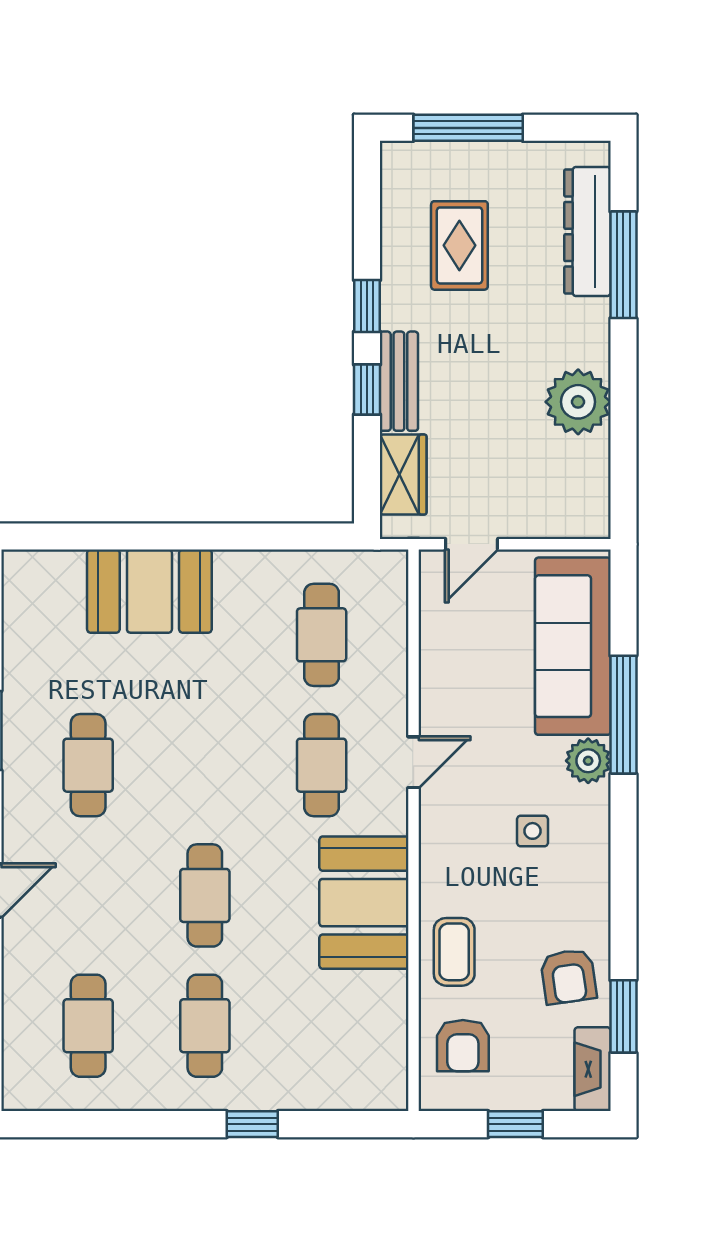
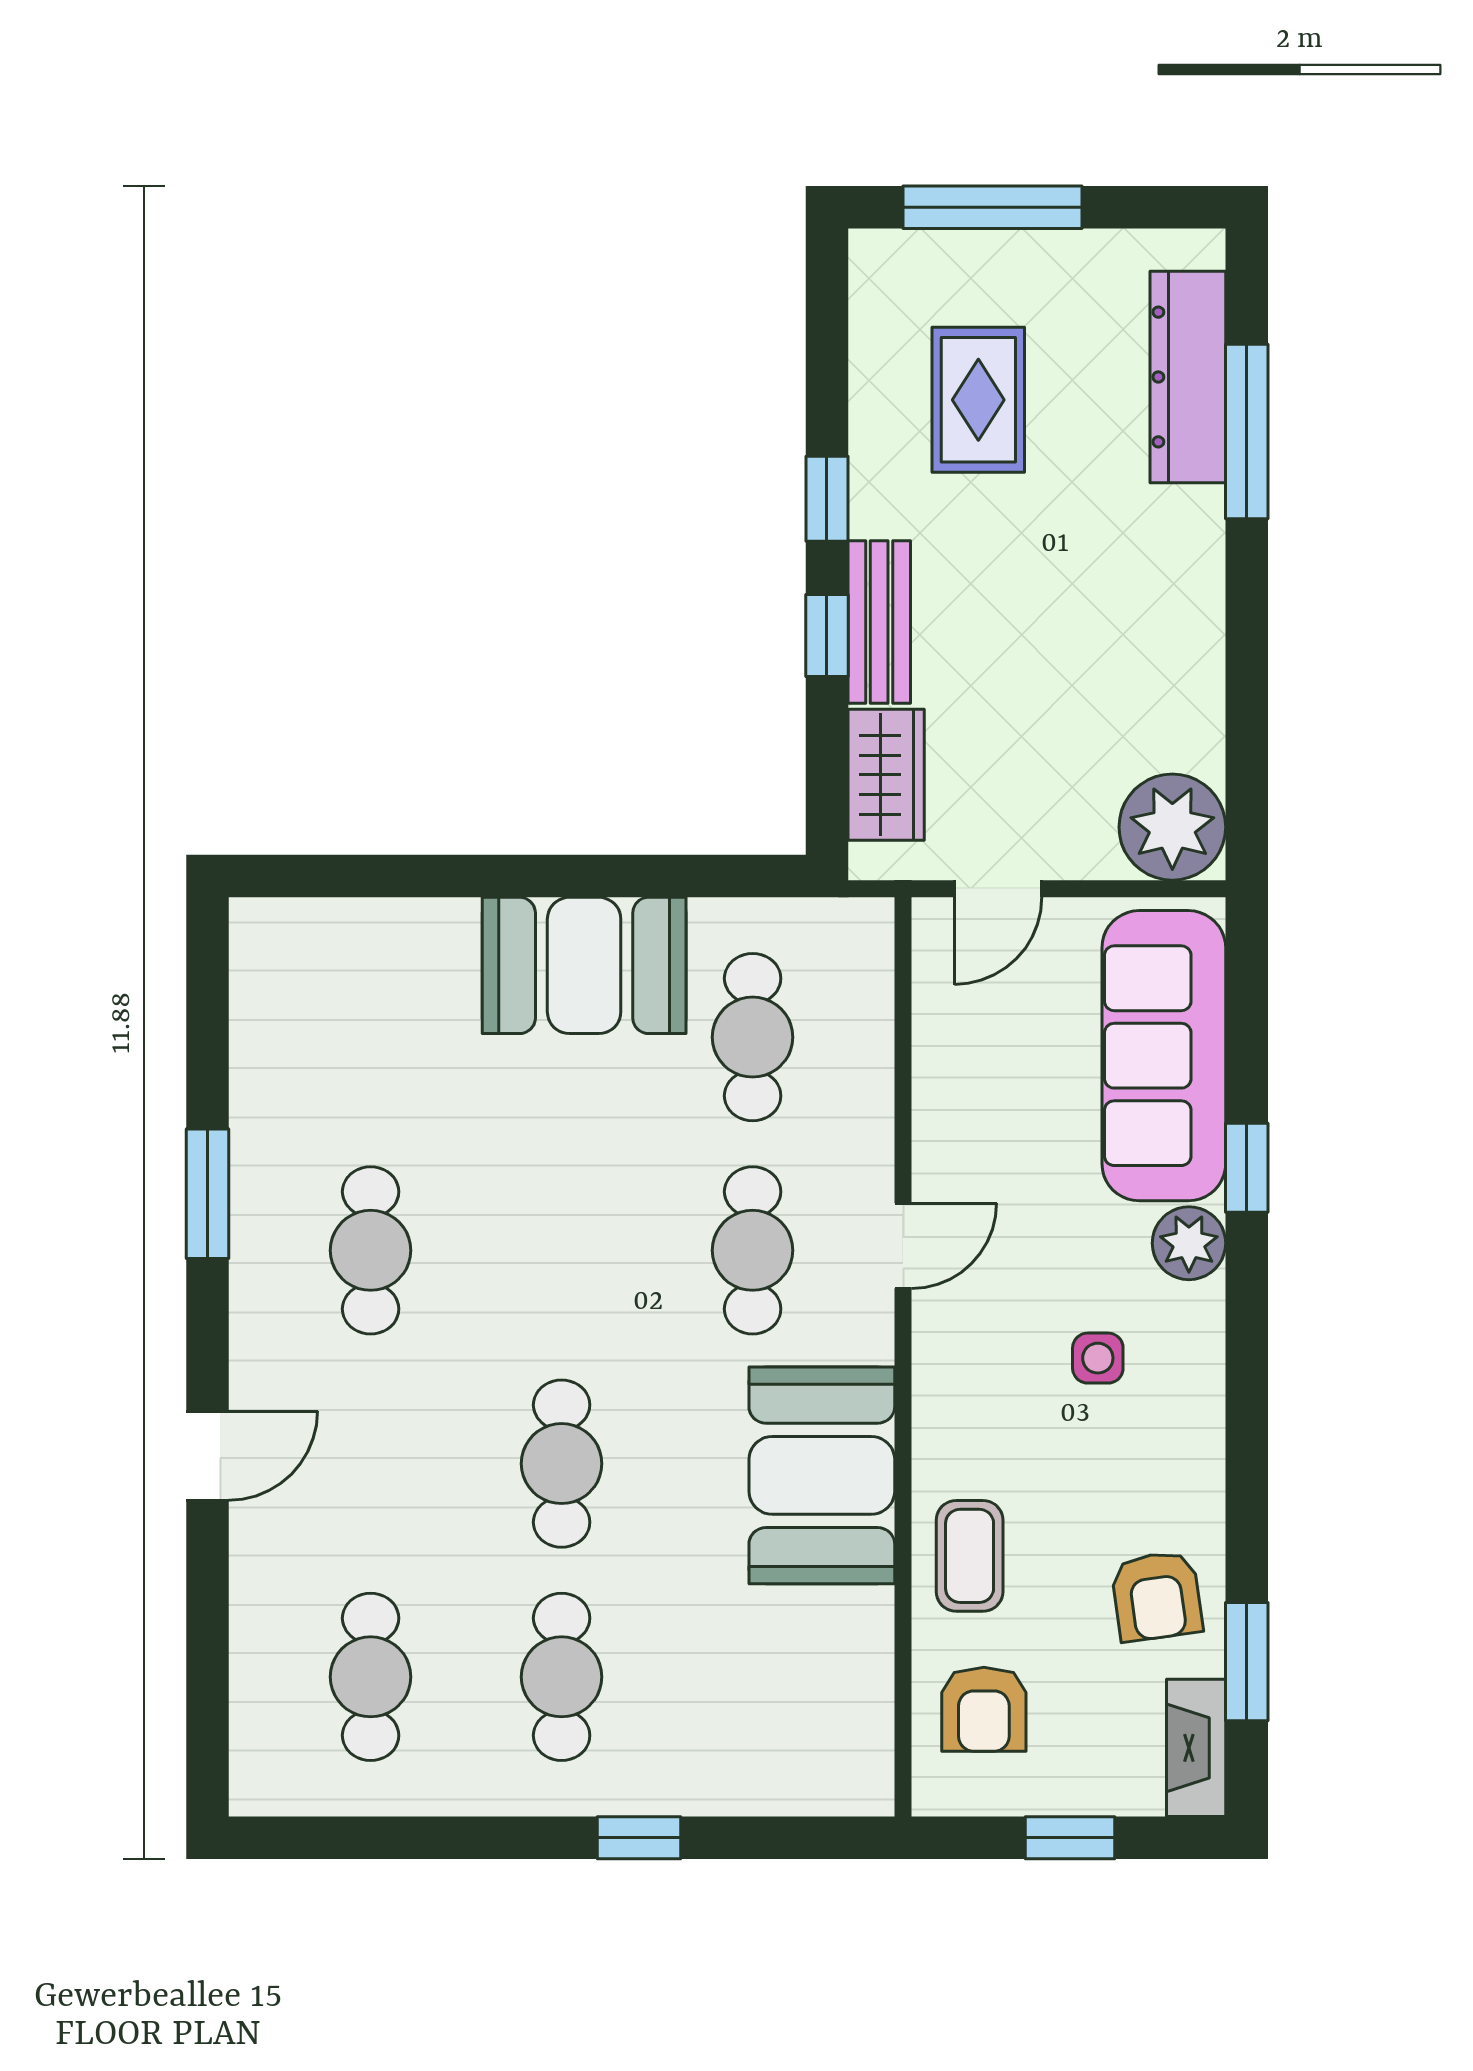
plant: (578, 402) -> (1172, 827), moved
booth: (149, 591) -> (584, 965), moved
window: (623, 715) -> (1247, 1168), width x0.46

